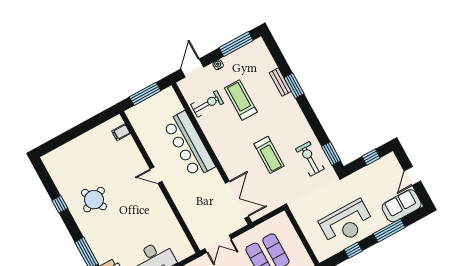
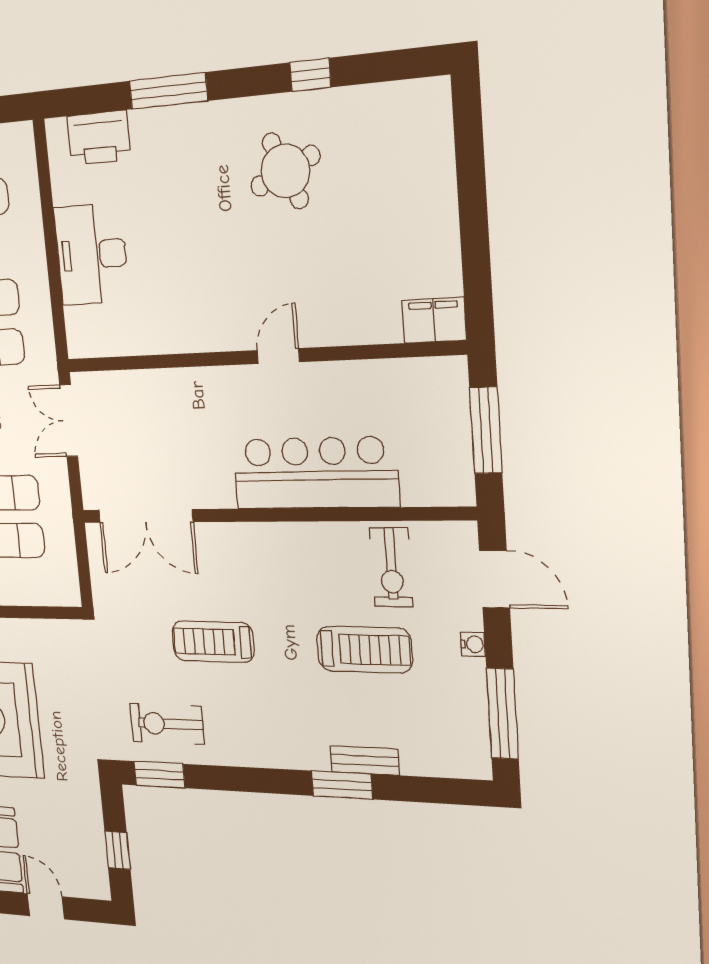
filing cabinet: (121, 132) -> (434, 320), width x2.00
exercise bike: (310, 159) -> (167, 724), turned 180

